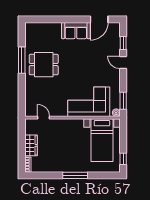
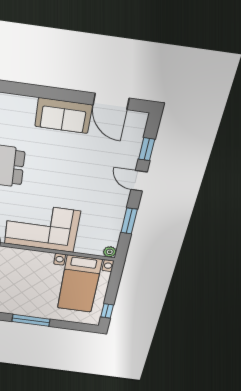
door: (99, 19) -> (111, 101), hinge flipped
window: (123, 101) -> (129, 221), moved
corner sofa: (89, 102) -> (42, 227), moved

